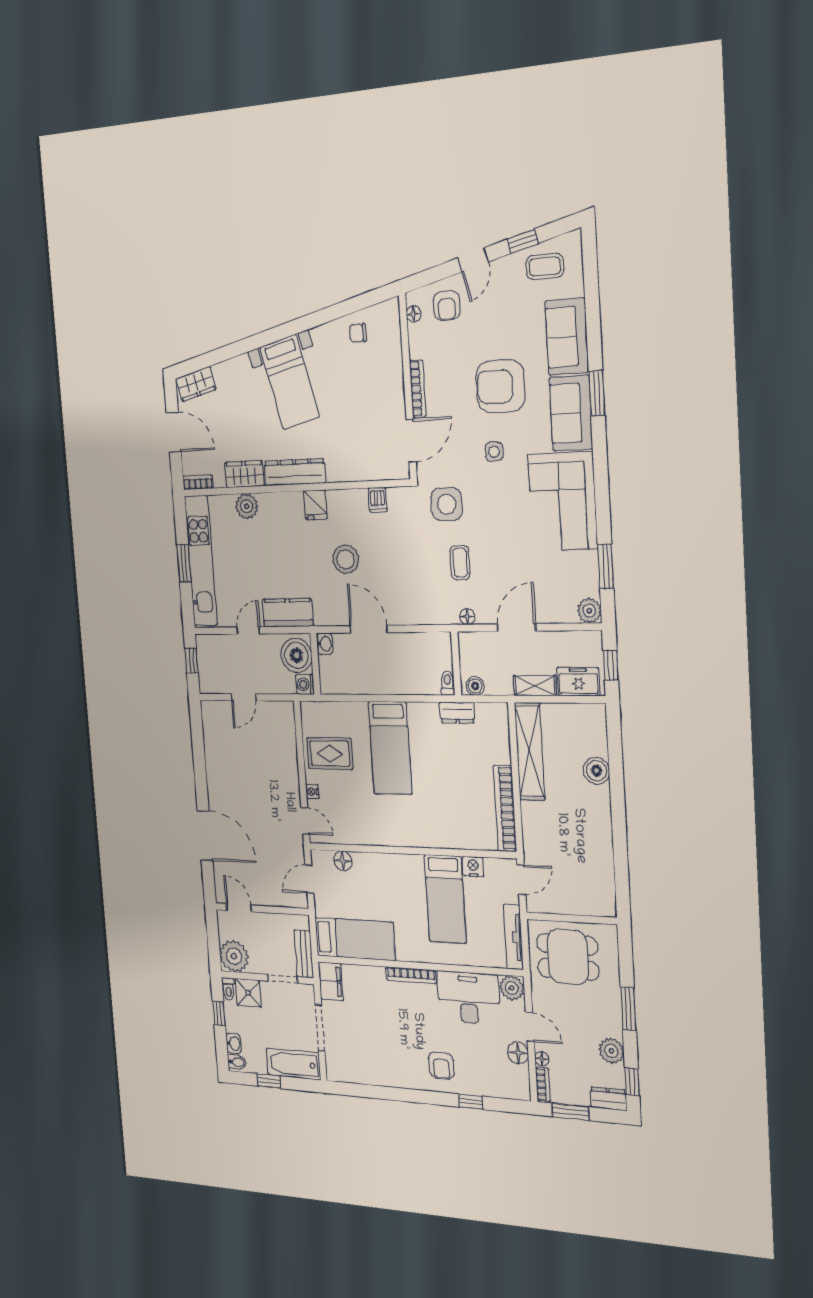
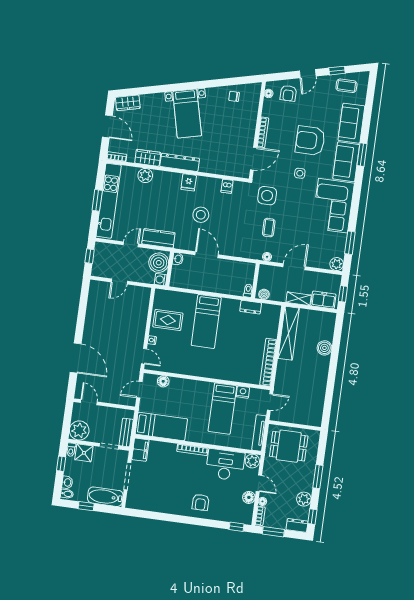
window: (471, 1102) -> (237, 527), moved

